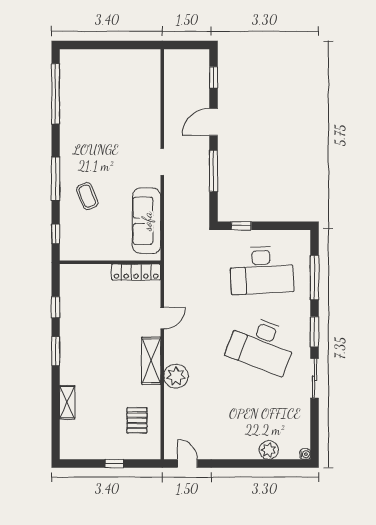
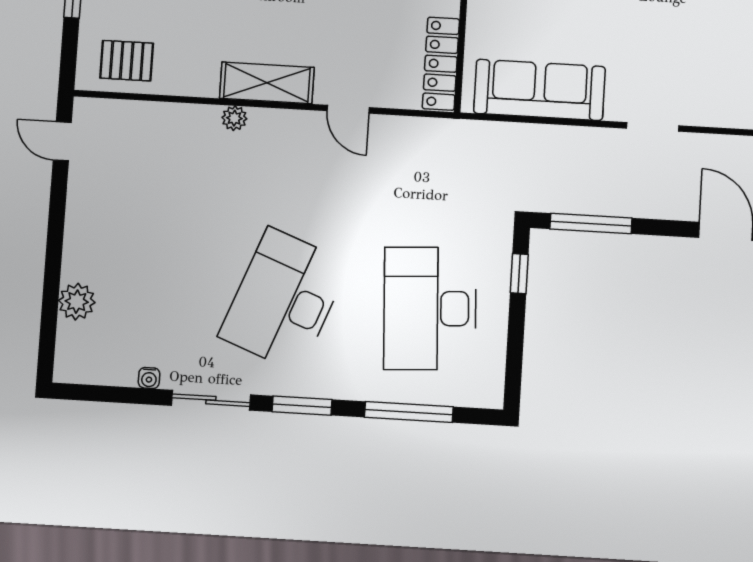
window: (214, 171) -> (591, 224), moved
plant: (176, 376) -> (234, 118), width x0.53, depth x0.53
pallet: (137, 420) -> (127, 61), moved
water cooler: (305, 454) -> (149, 378), moved
door: (187, 463) -> (62, 141), swing flipped

